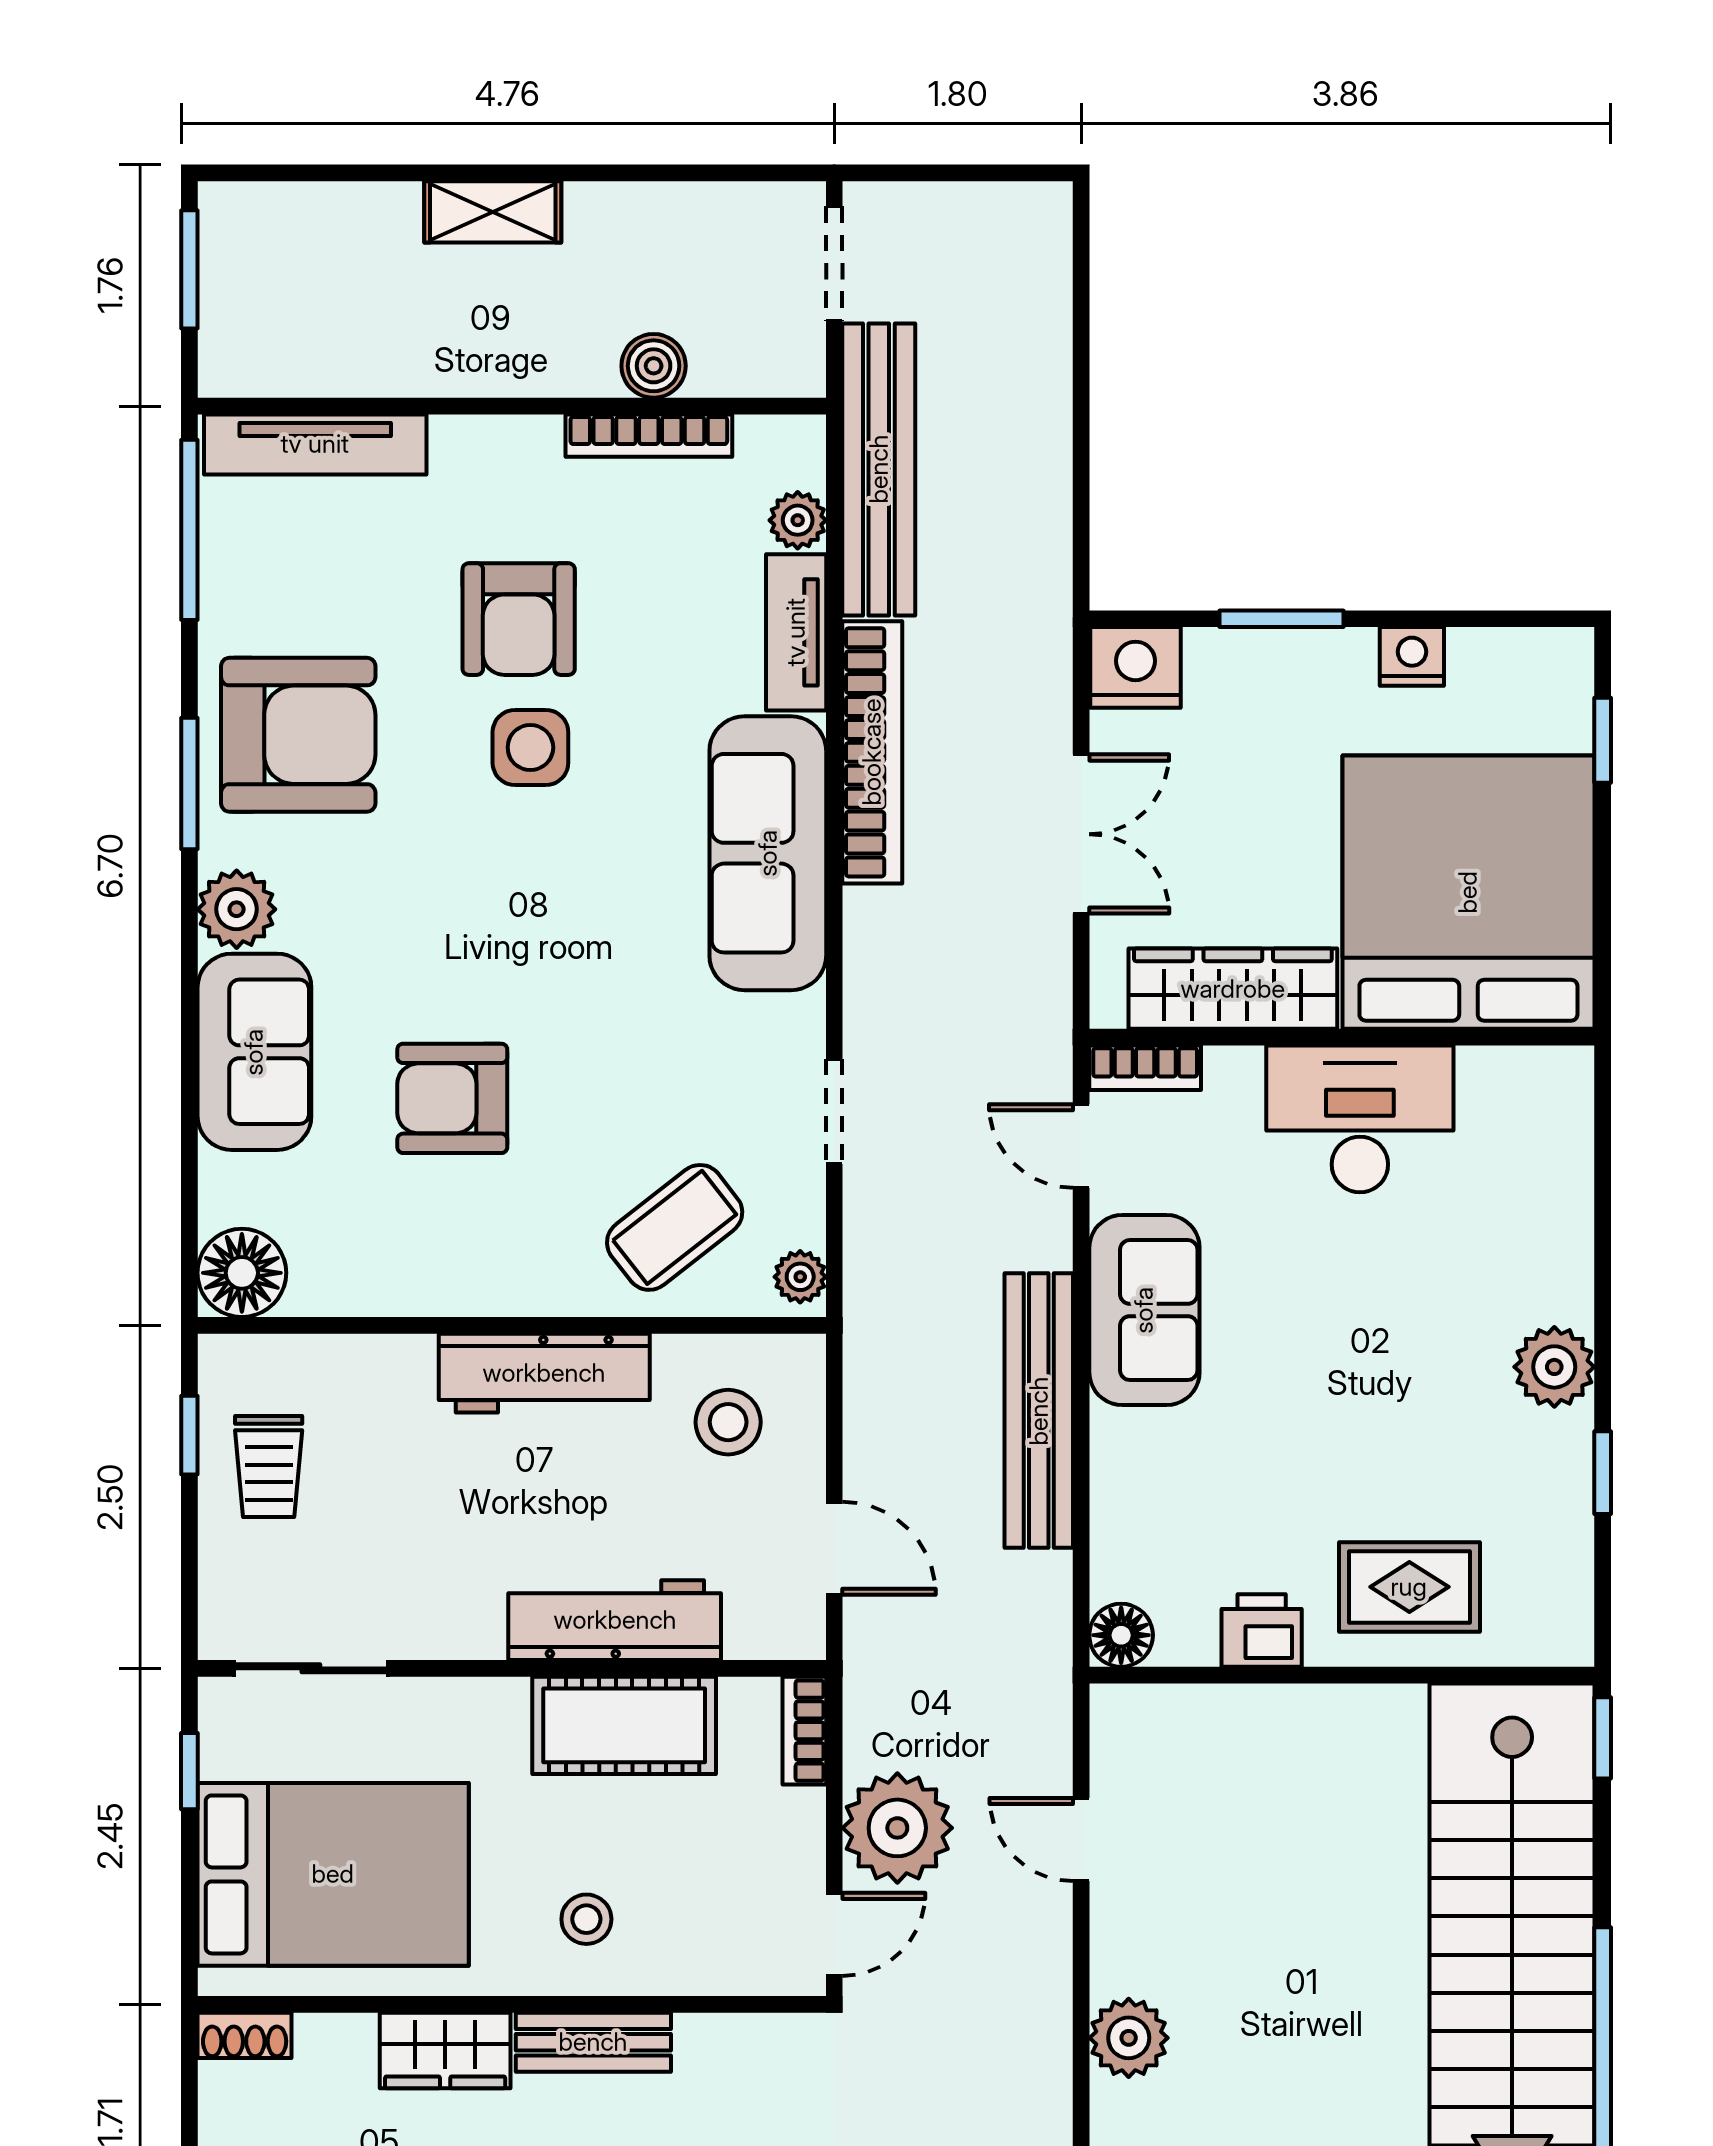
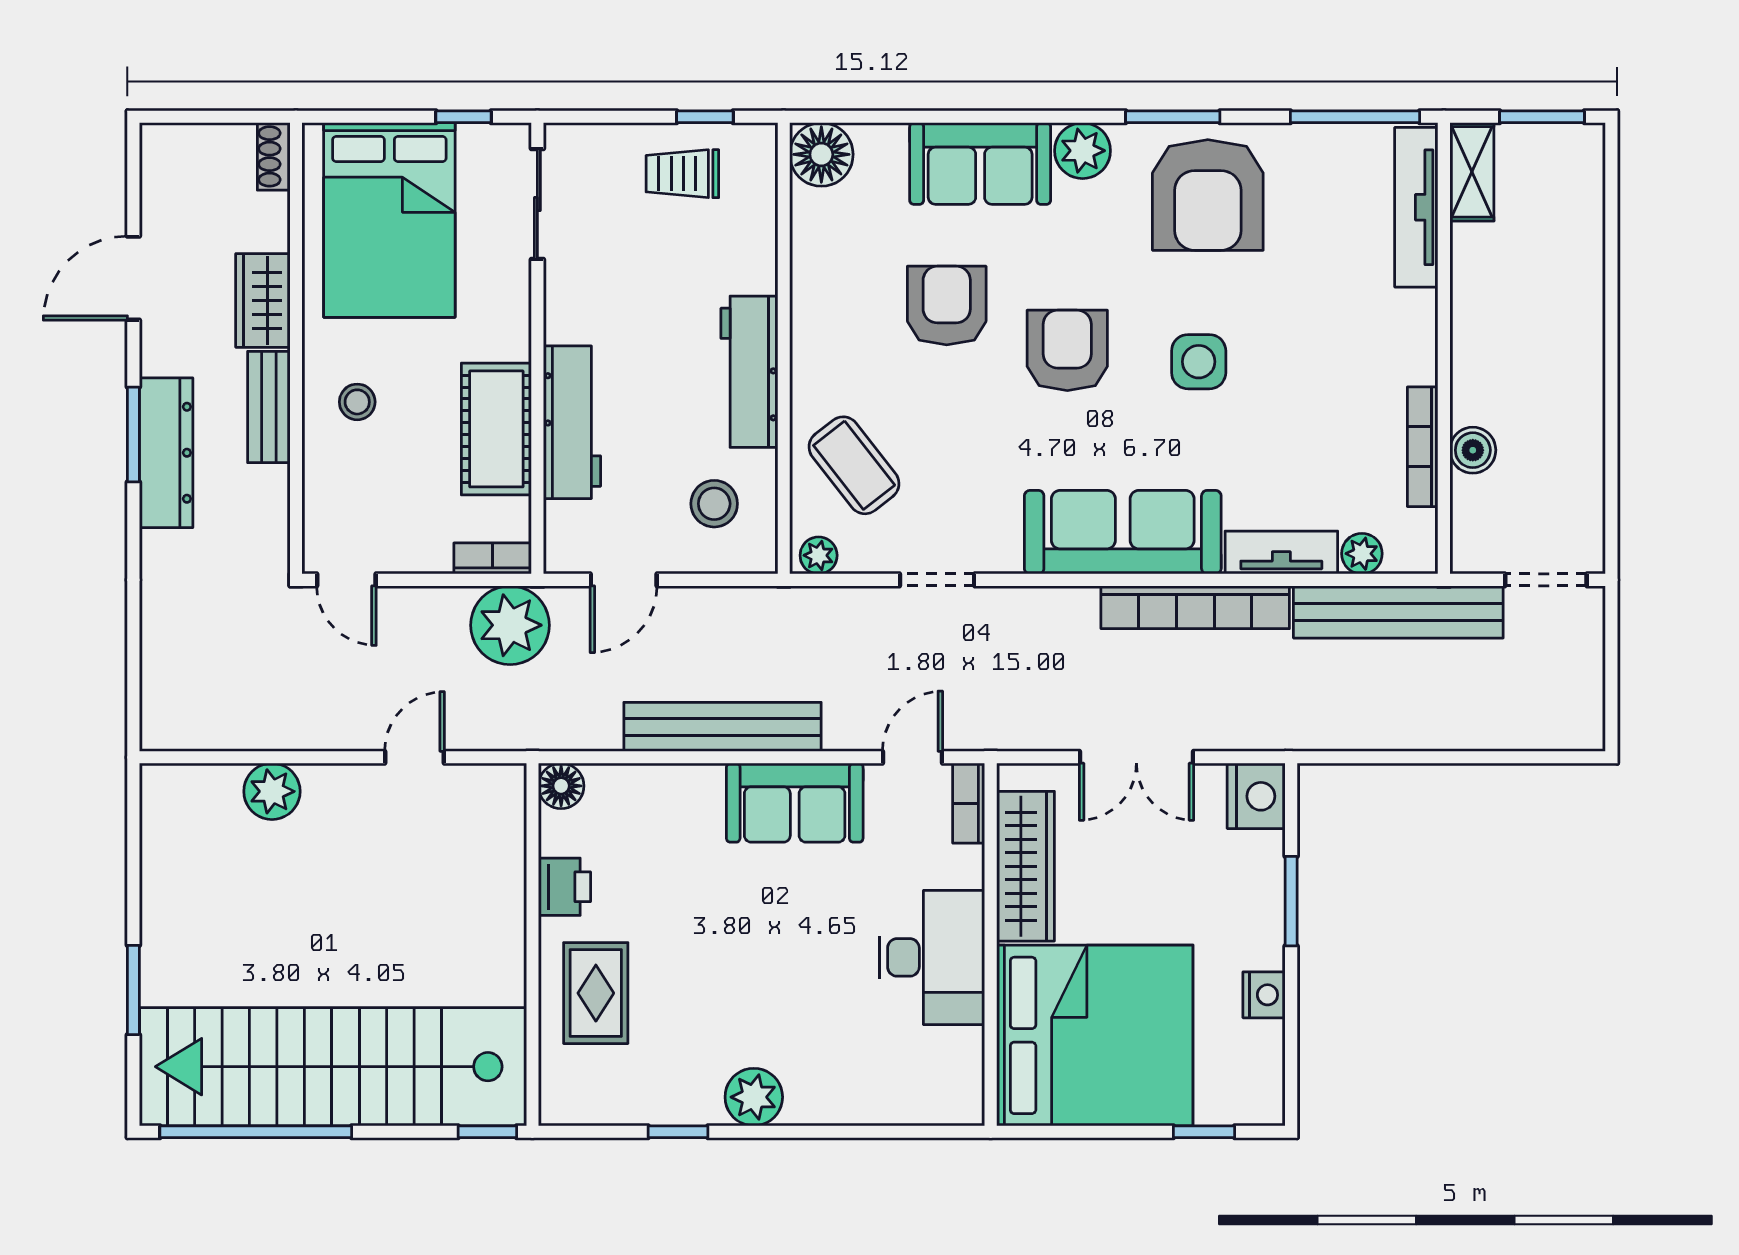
shelving: (493, 212) -> (1472, 172), moved
armchair: (519, 619) -> (1067, 350), moved, turned 90
plant: (897, 1828) -> (510, 625), moved

